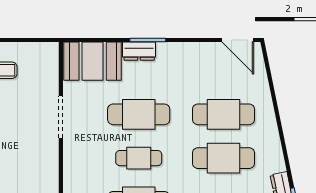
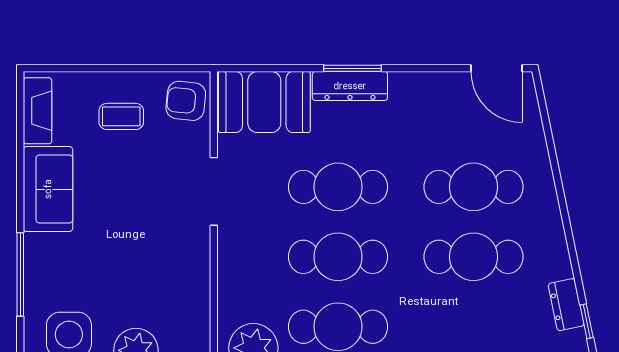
dresser: (139, 51) -> (350, 86), width x1.44
armchair: (43, 60) -> (186, 101), added
cafe table: (139, 158) -> (338, 257), width x1.37, depth x1.35

